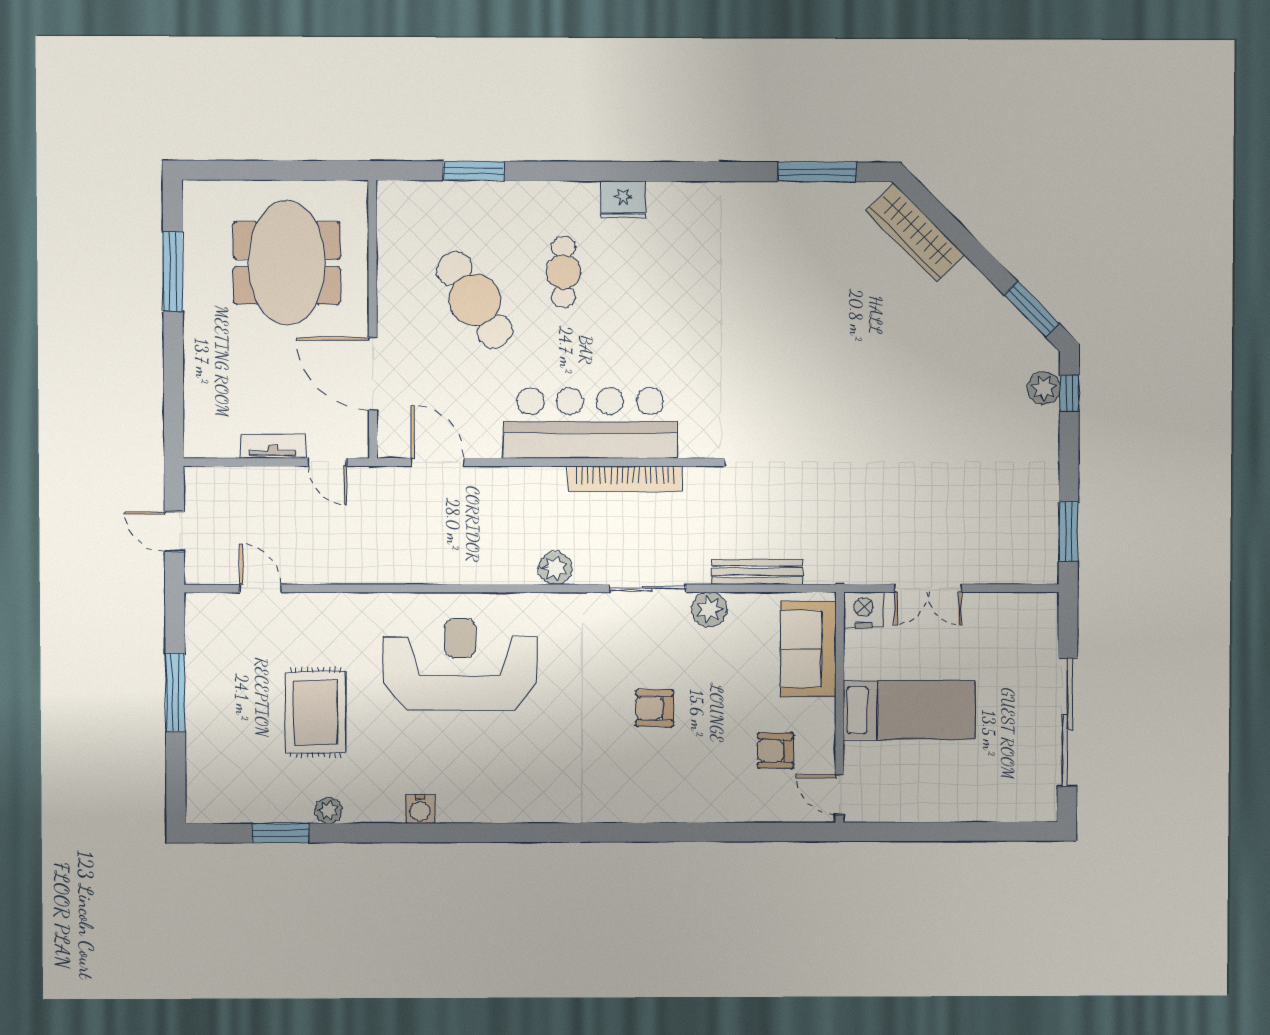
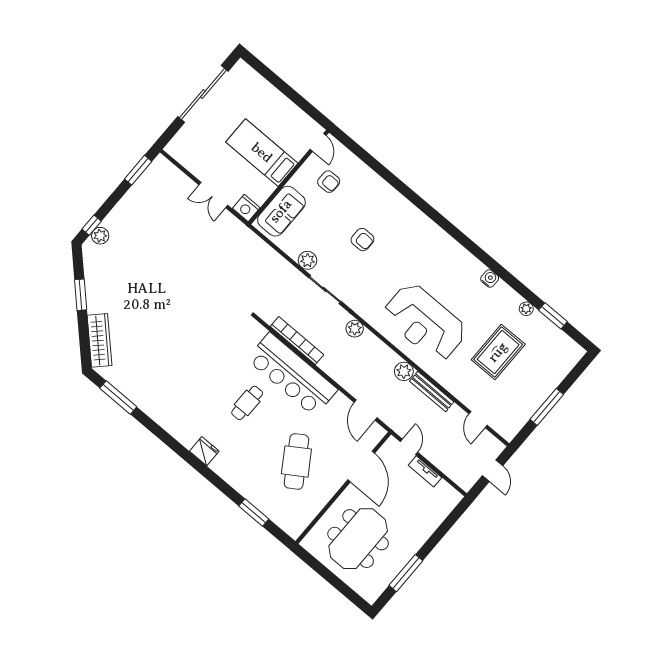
cafe table: (563, 272) -> (247, 403), moved
window: (1032, 309) -> (81, 295), moved
plant: (430, 567) -> (404, 371), added
bench: (757, 572) -> (432, 392), moved
double door: (928, 588) -> (213, 195), swing flipped

